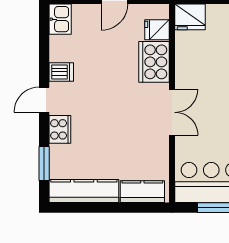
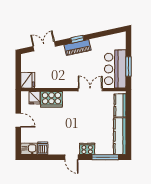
dishwasher: (61, 72) -> (43, 148), moved
double door: (172, 112) -> (90, 90), moved
window: (44, 164) -> (105, 157), width x1.44

